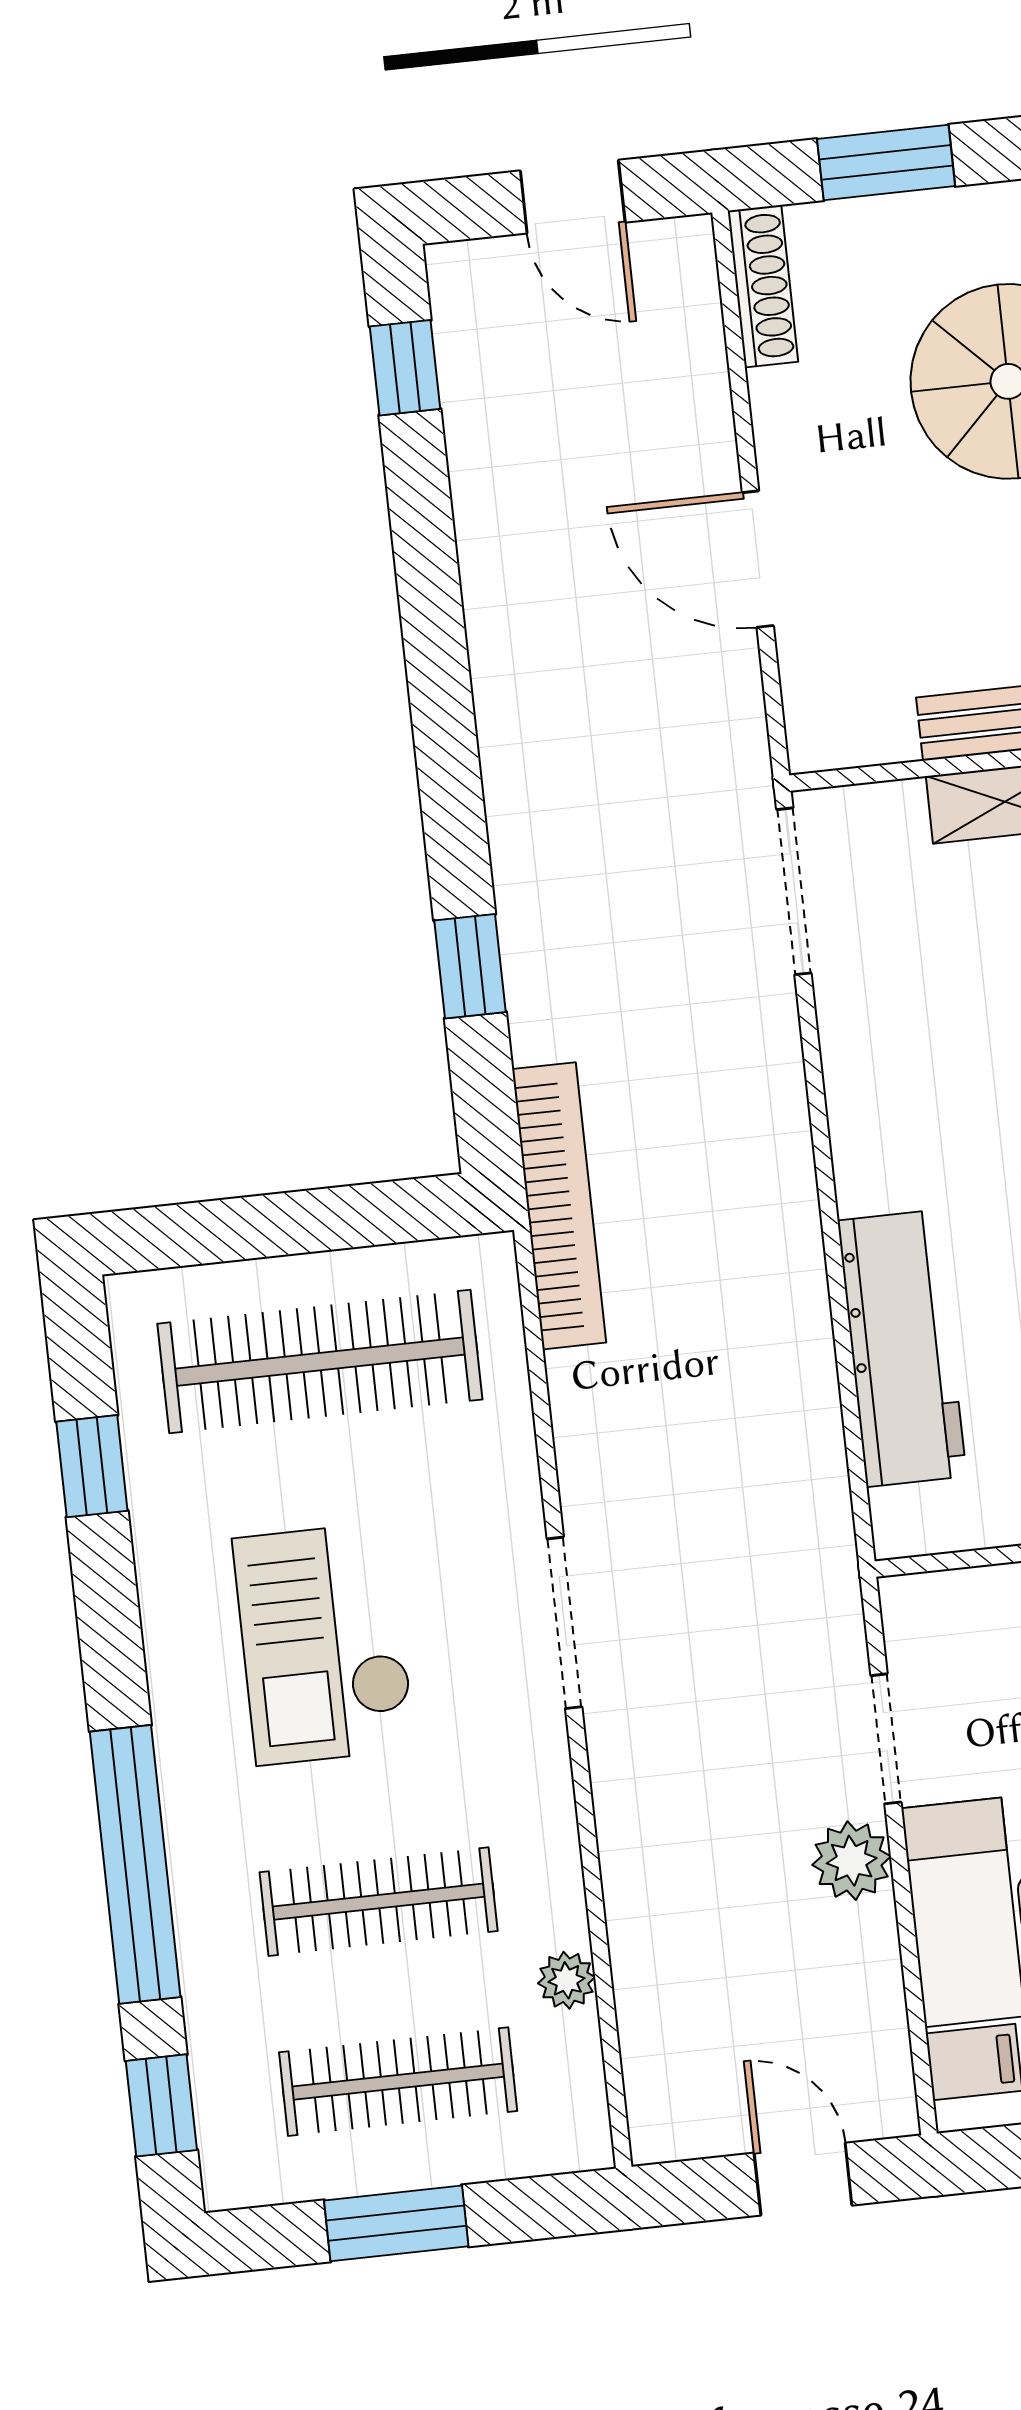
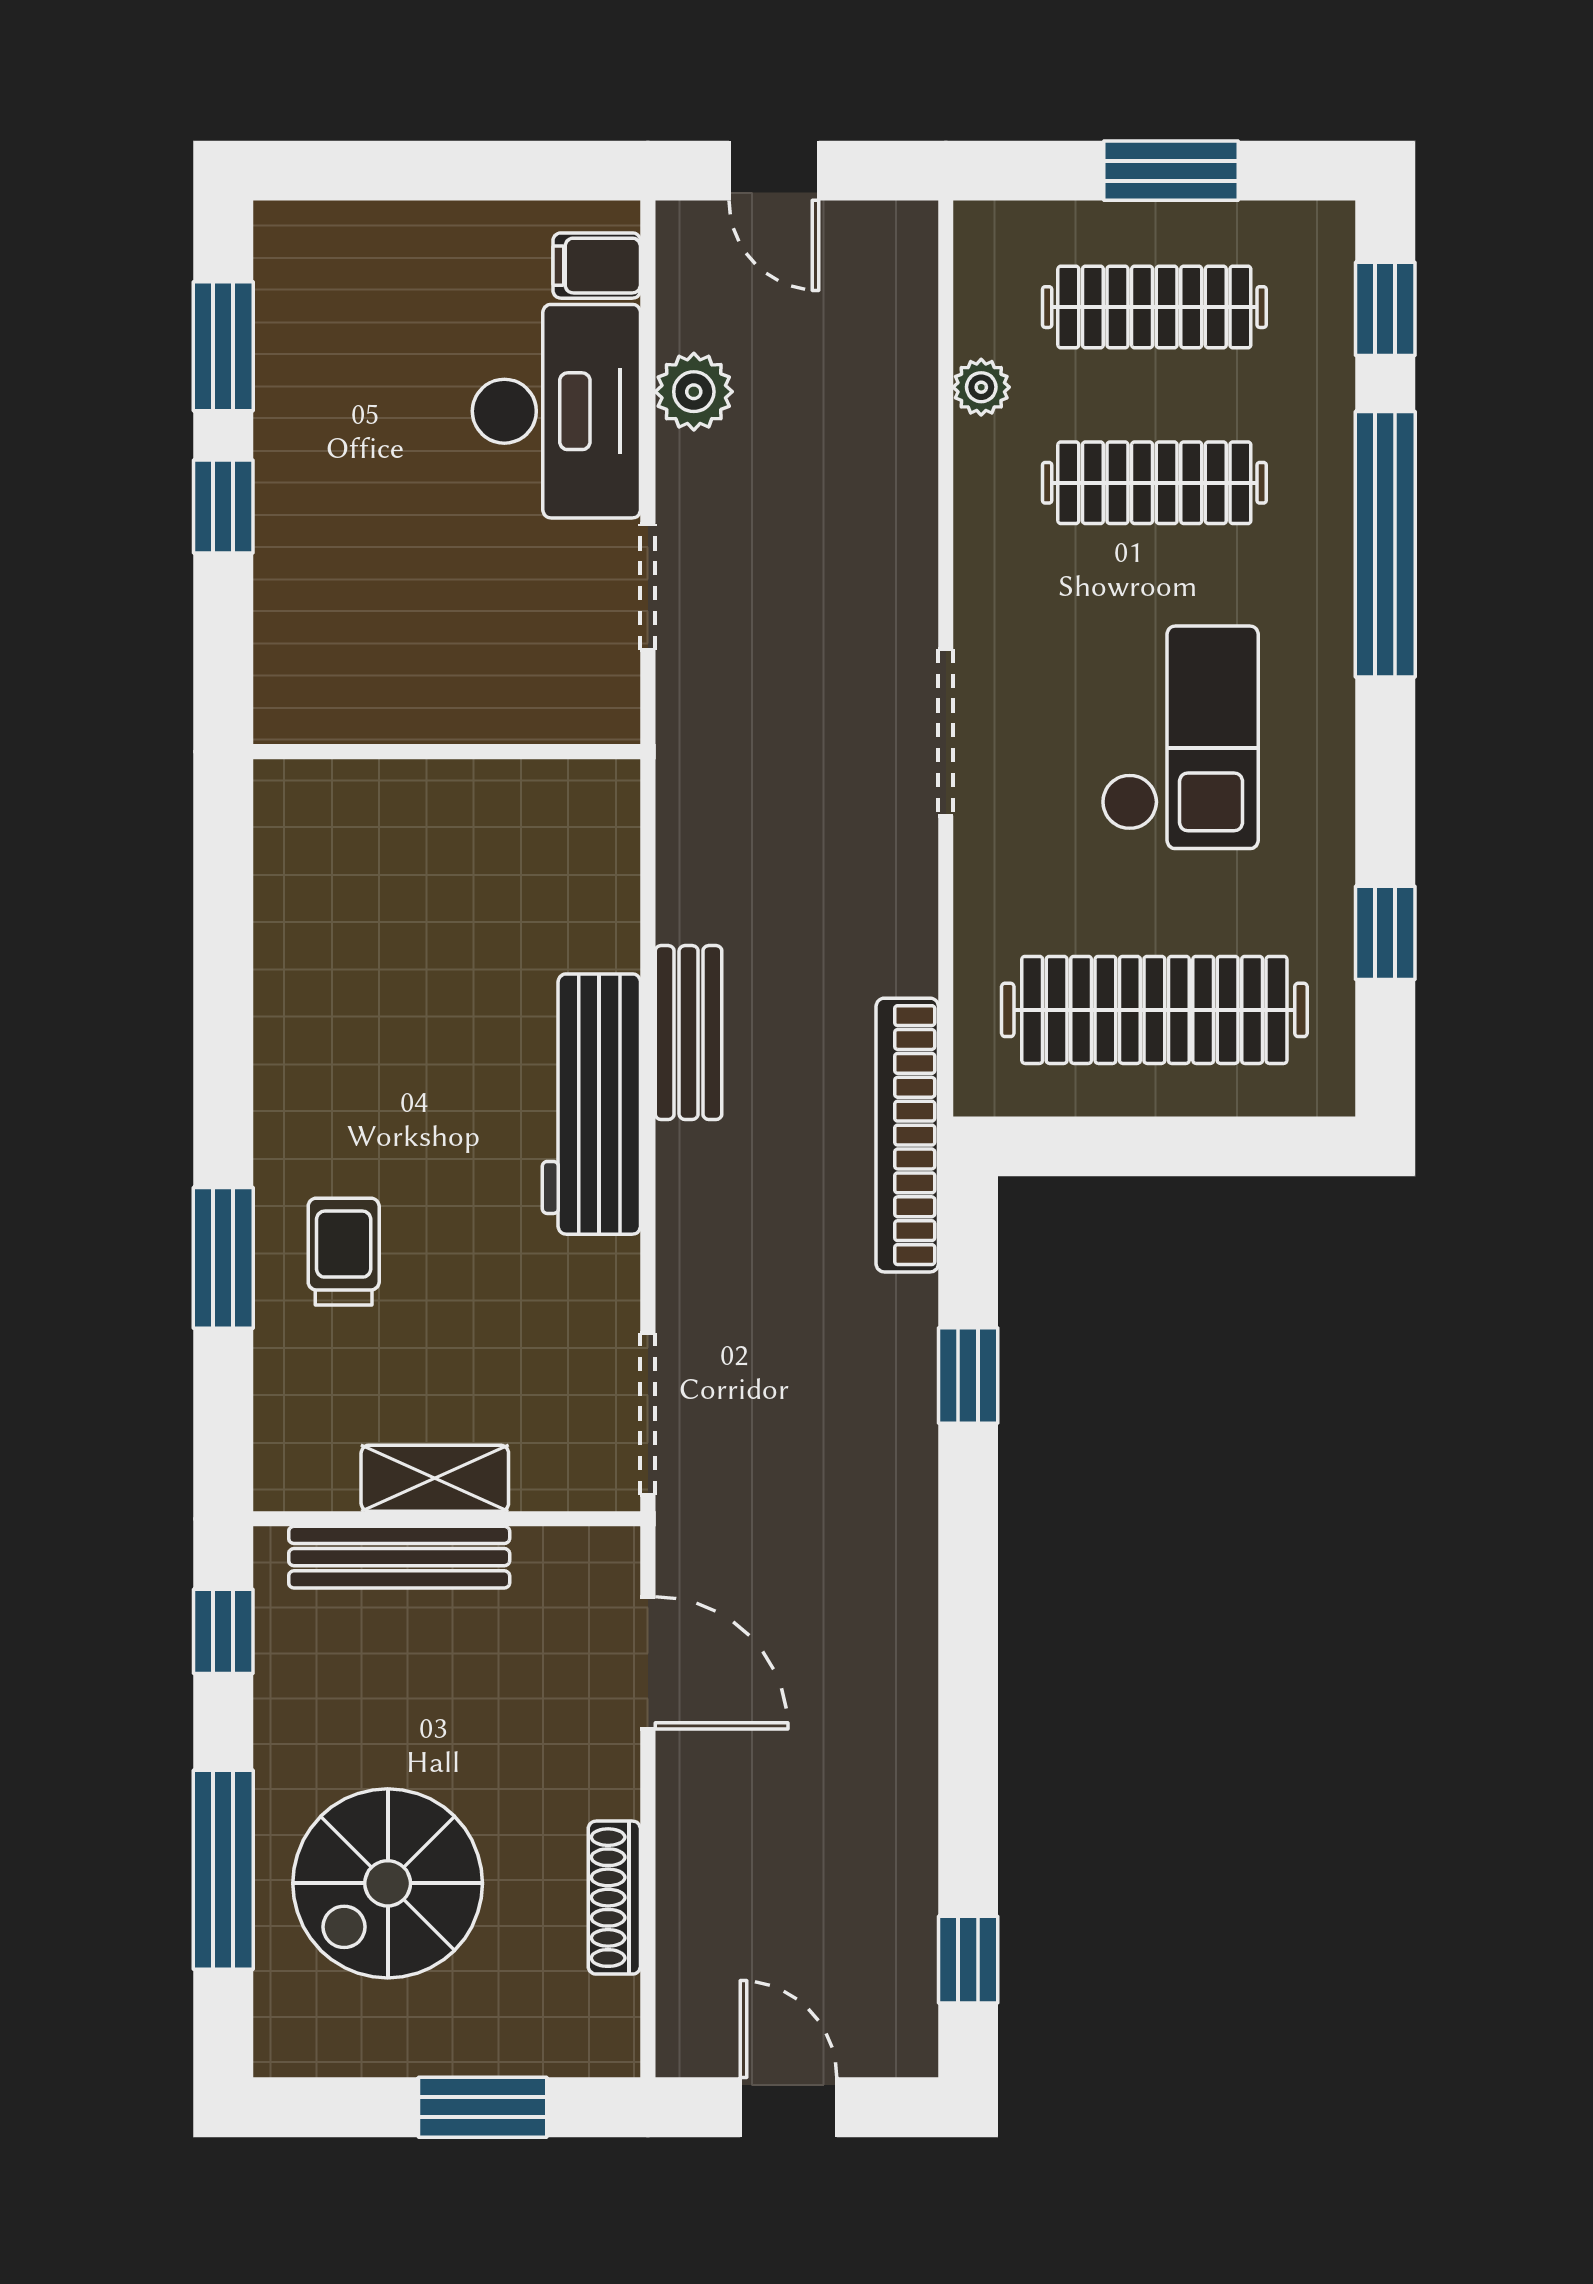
shoe rack: (763, 286) -> (614, 1898), moved
door: (758, 559) -> (648, 1663), moved
bench: (795, 1287) -> (689, 1033), added
workbench: (902, 1348) -> (591, 1104), moved
plant: (852, 1861) -> (694, 392), moved

